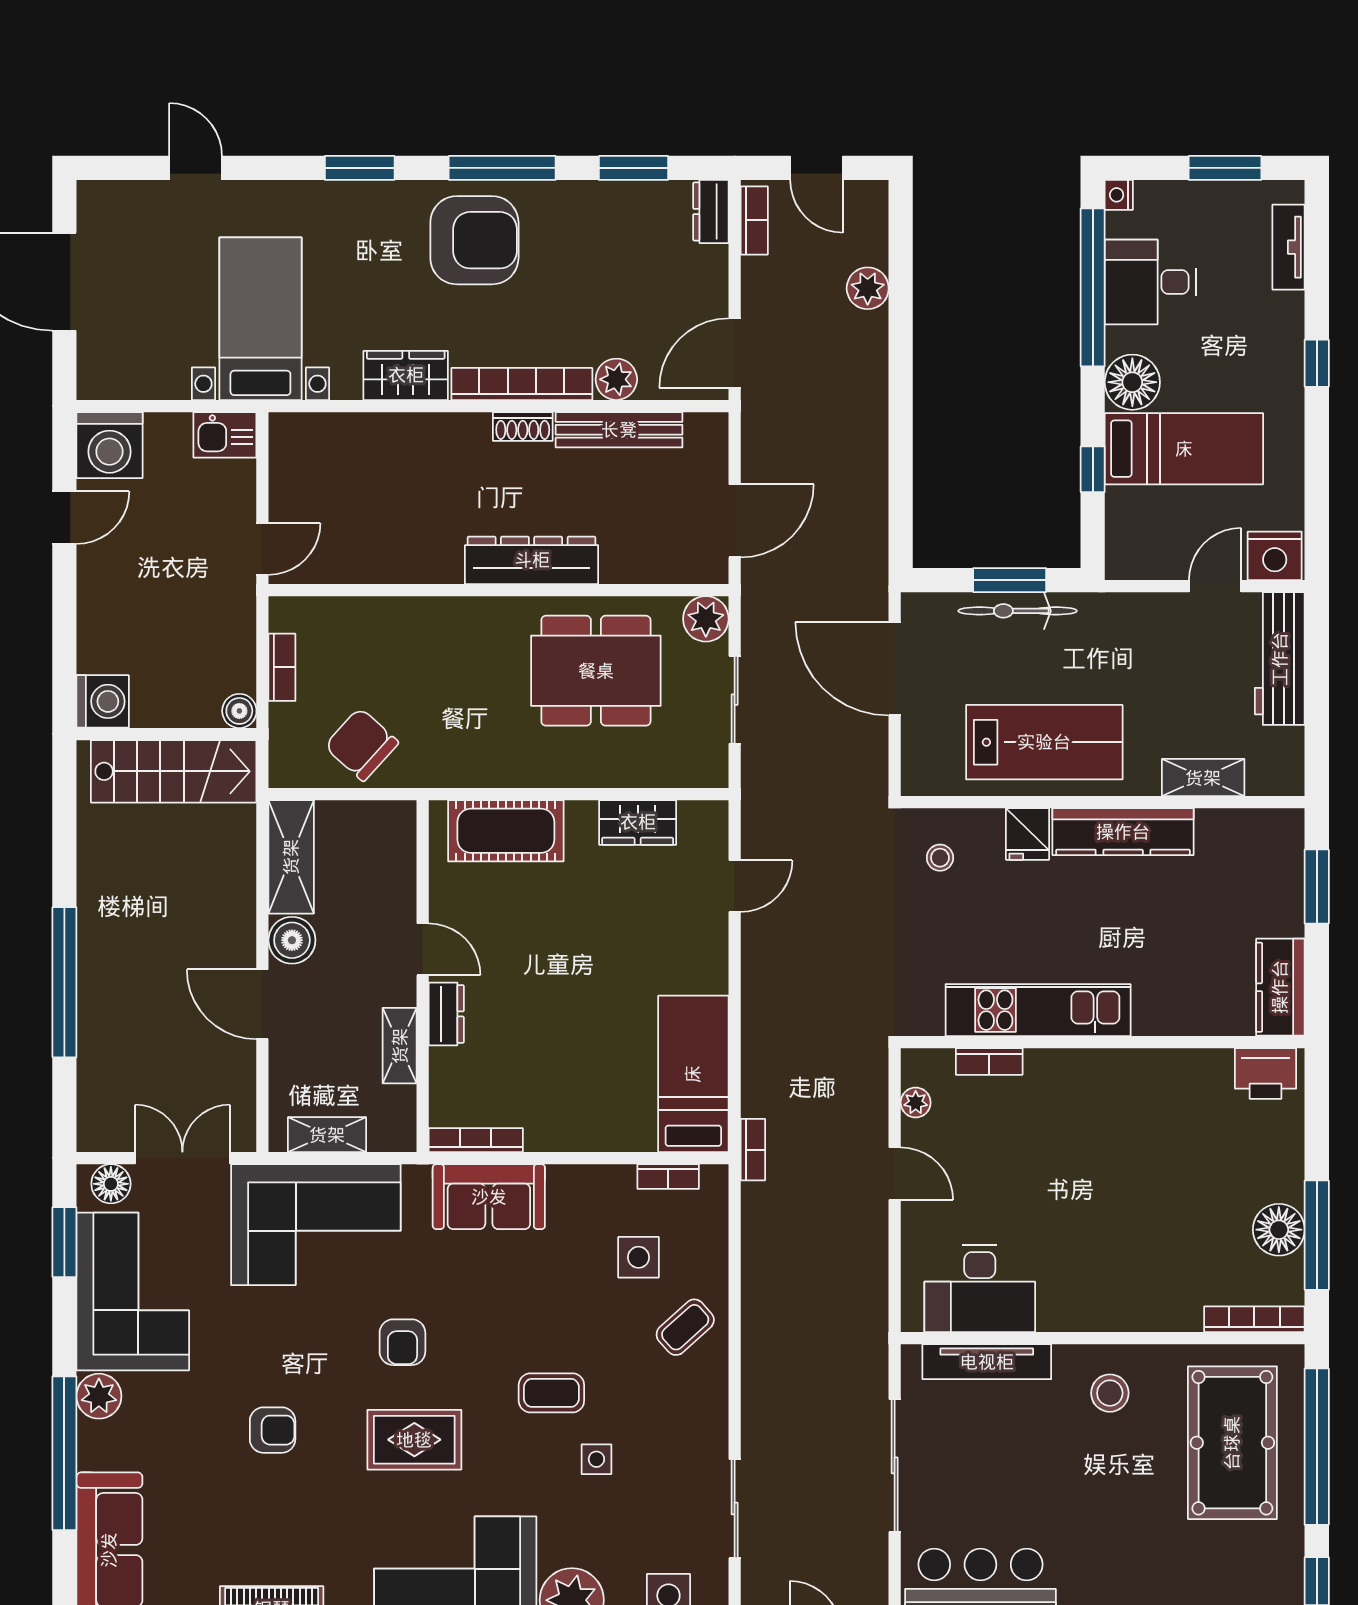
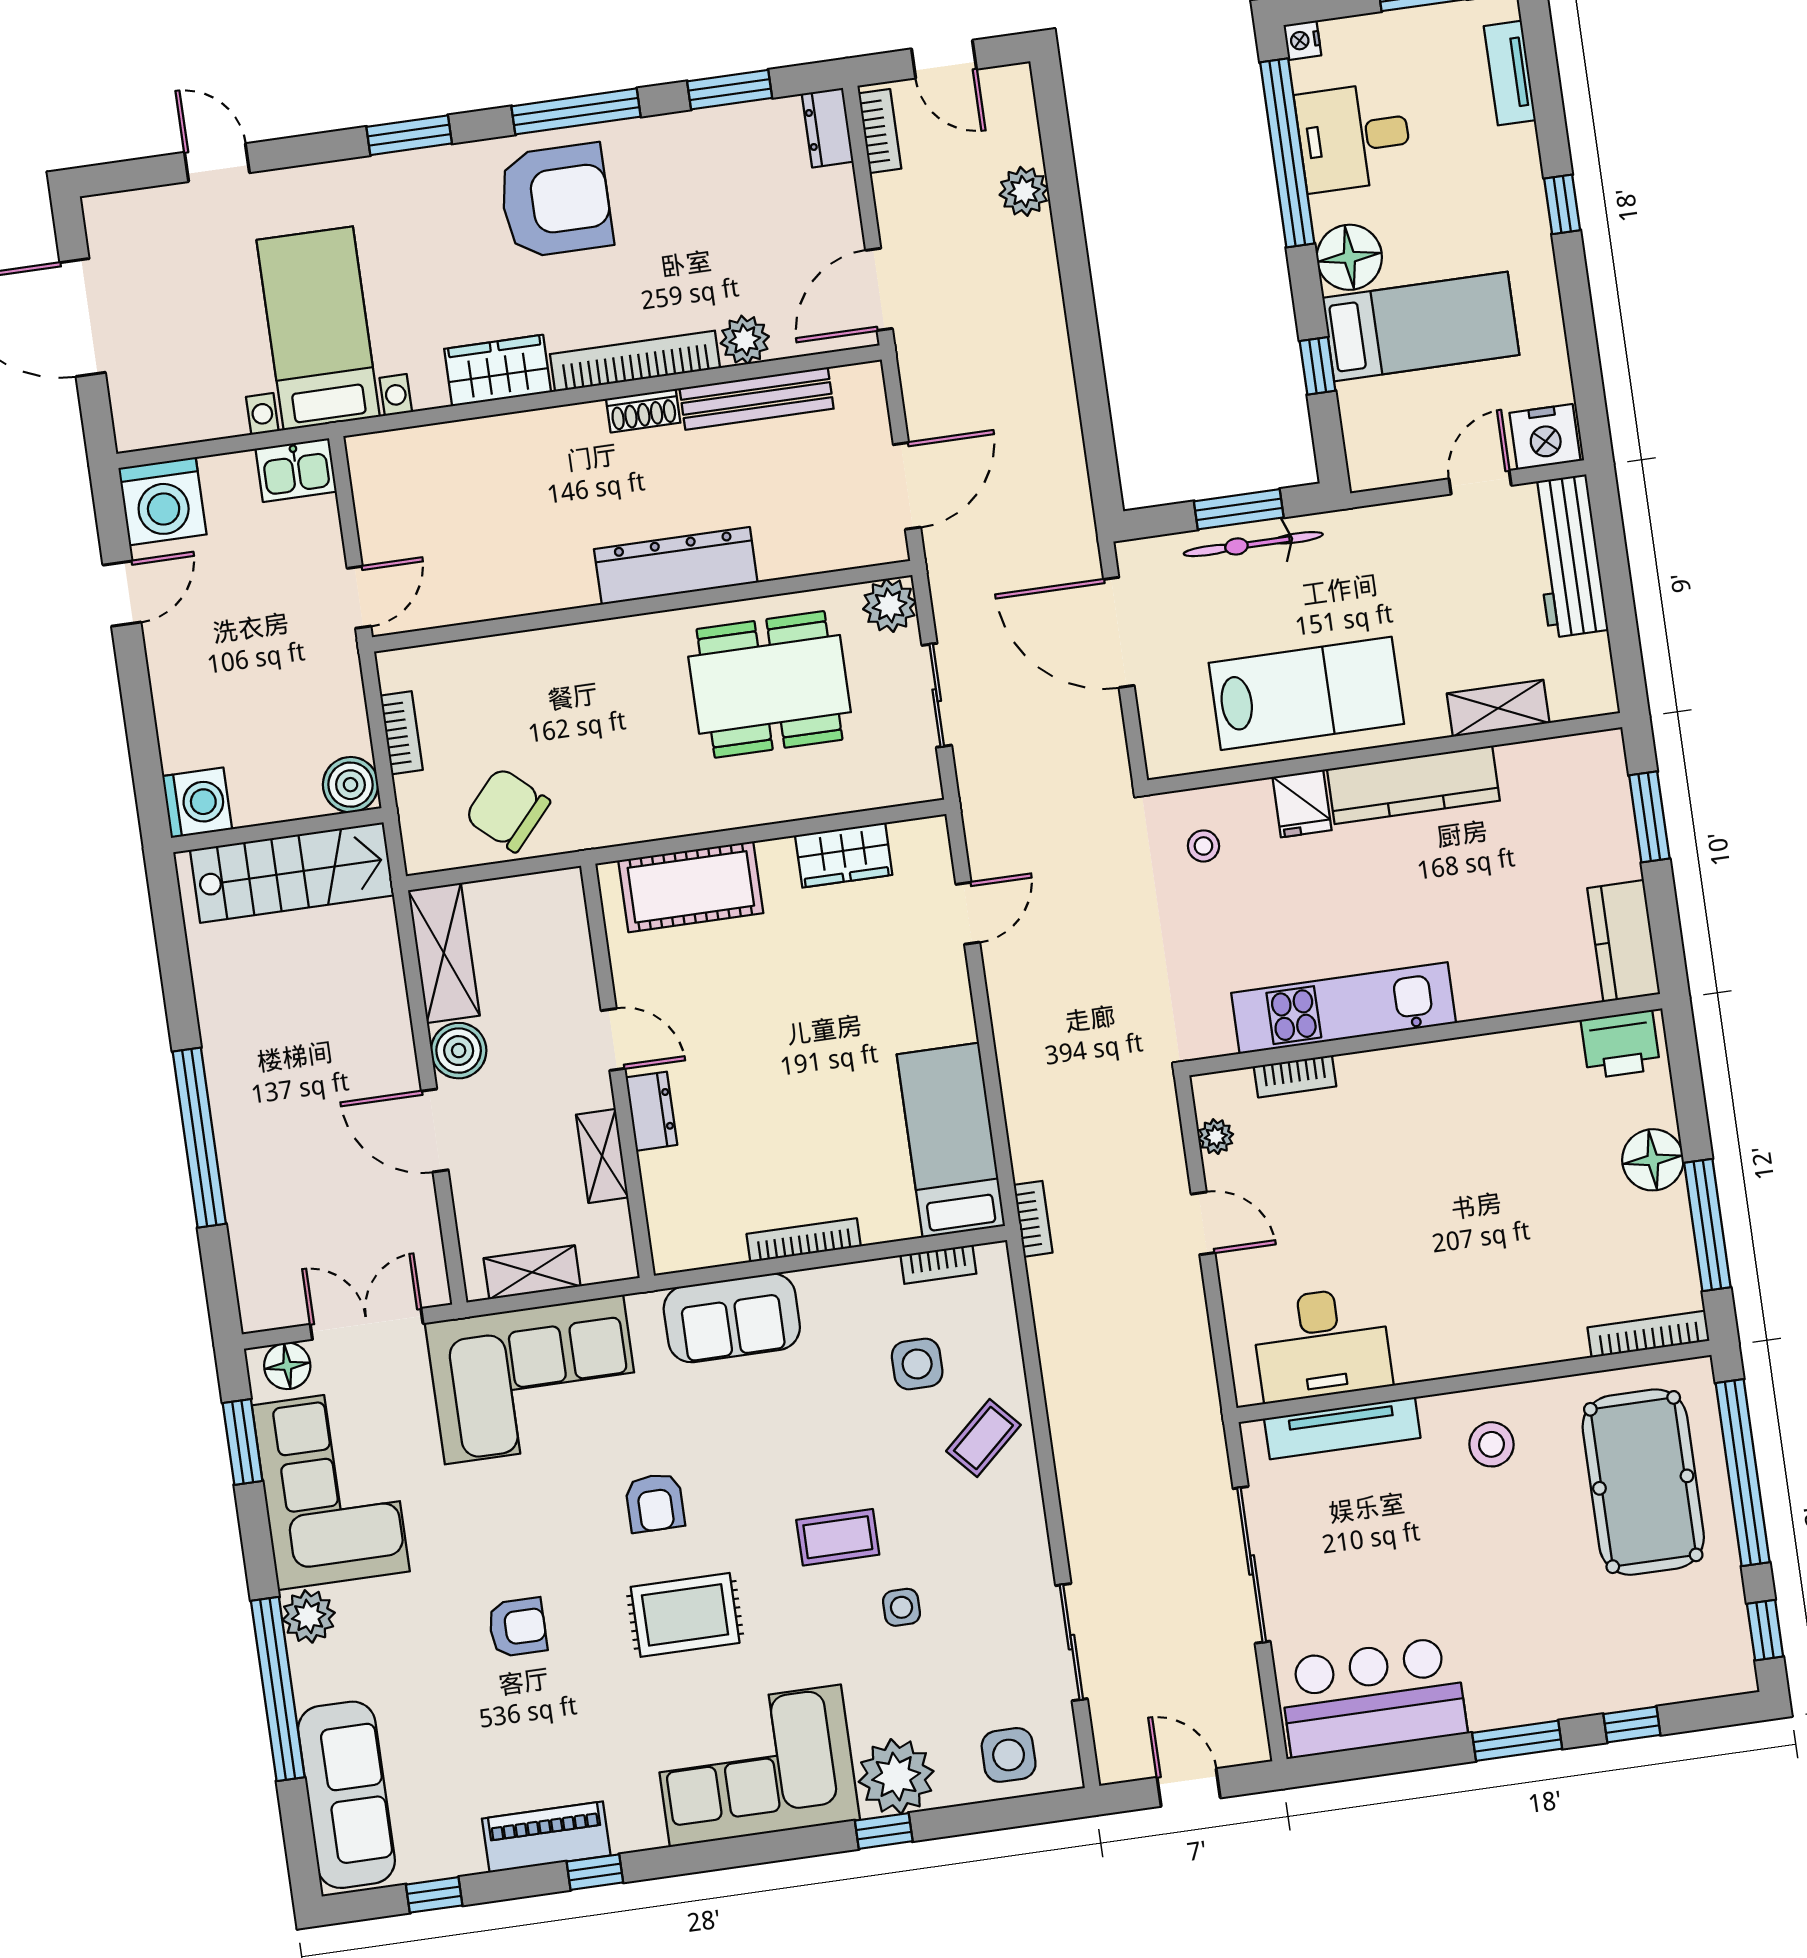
boiler: (239, 711) -> (350, 785), width x1.36, depth x1.36
bookcase: (476, 1140) -> (804, 1240), moved
floor lamp: (1279, 1230) -> (1653, 1160), moved

